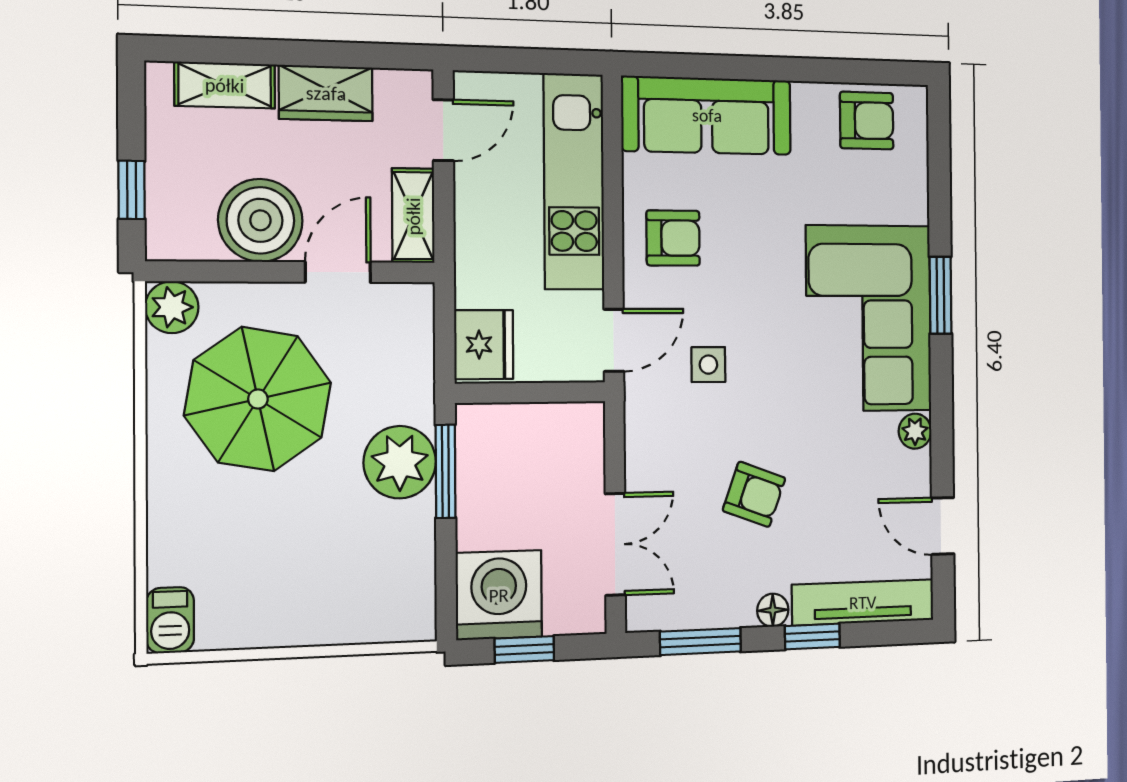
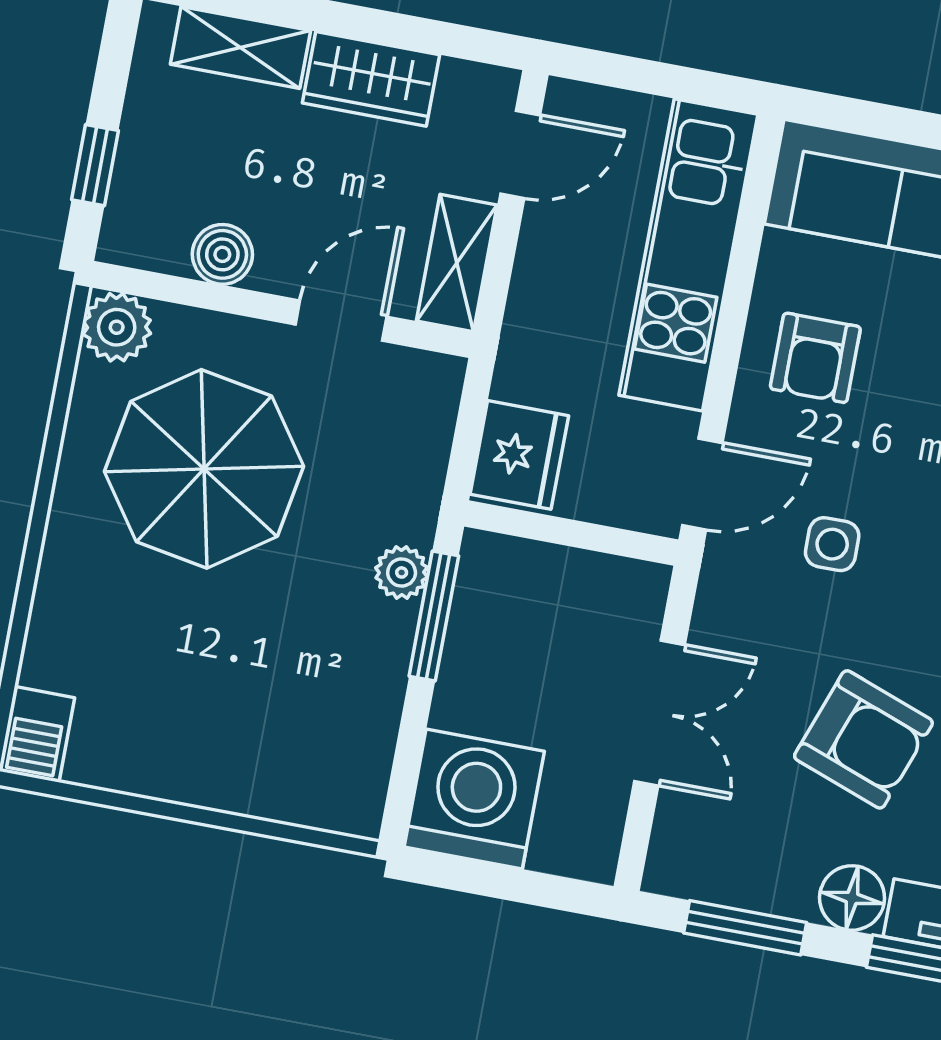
boiler: (260, 220) -> (222, 254), width x0.54, depth x0.54
armchair: (673, 238) -> (815, 358), turned 90
plant: (400, 462) -> (402, 572), width x0.53, depth x0.53
armchair: (754, 494) -> (863, 739), width x1.38, depth x1.38
double door: (615, 544) -> (659, 713), moved
floor lamp: (773, 610) -> (852, 898), width x1.37, depth x1.37
window: (524, 649) -> (495, 881), removed

